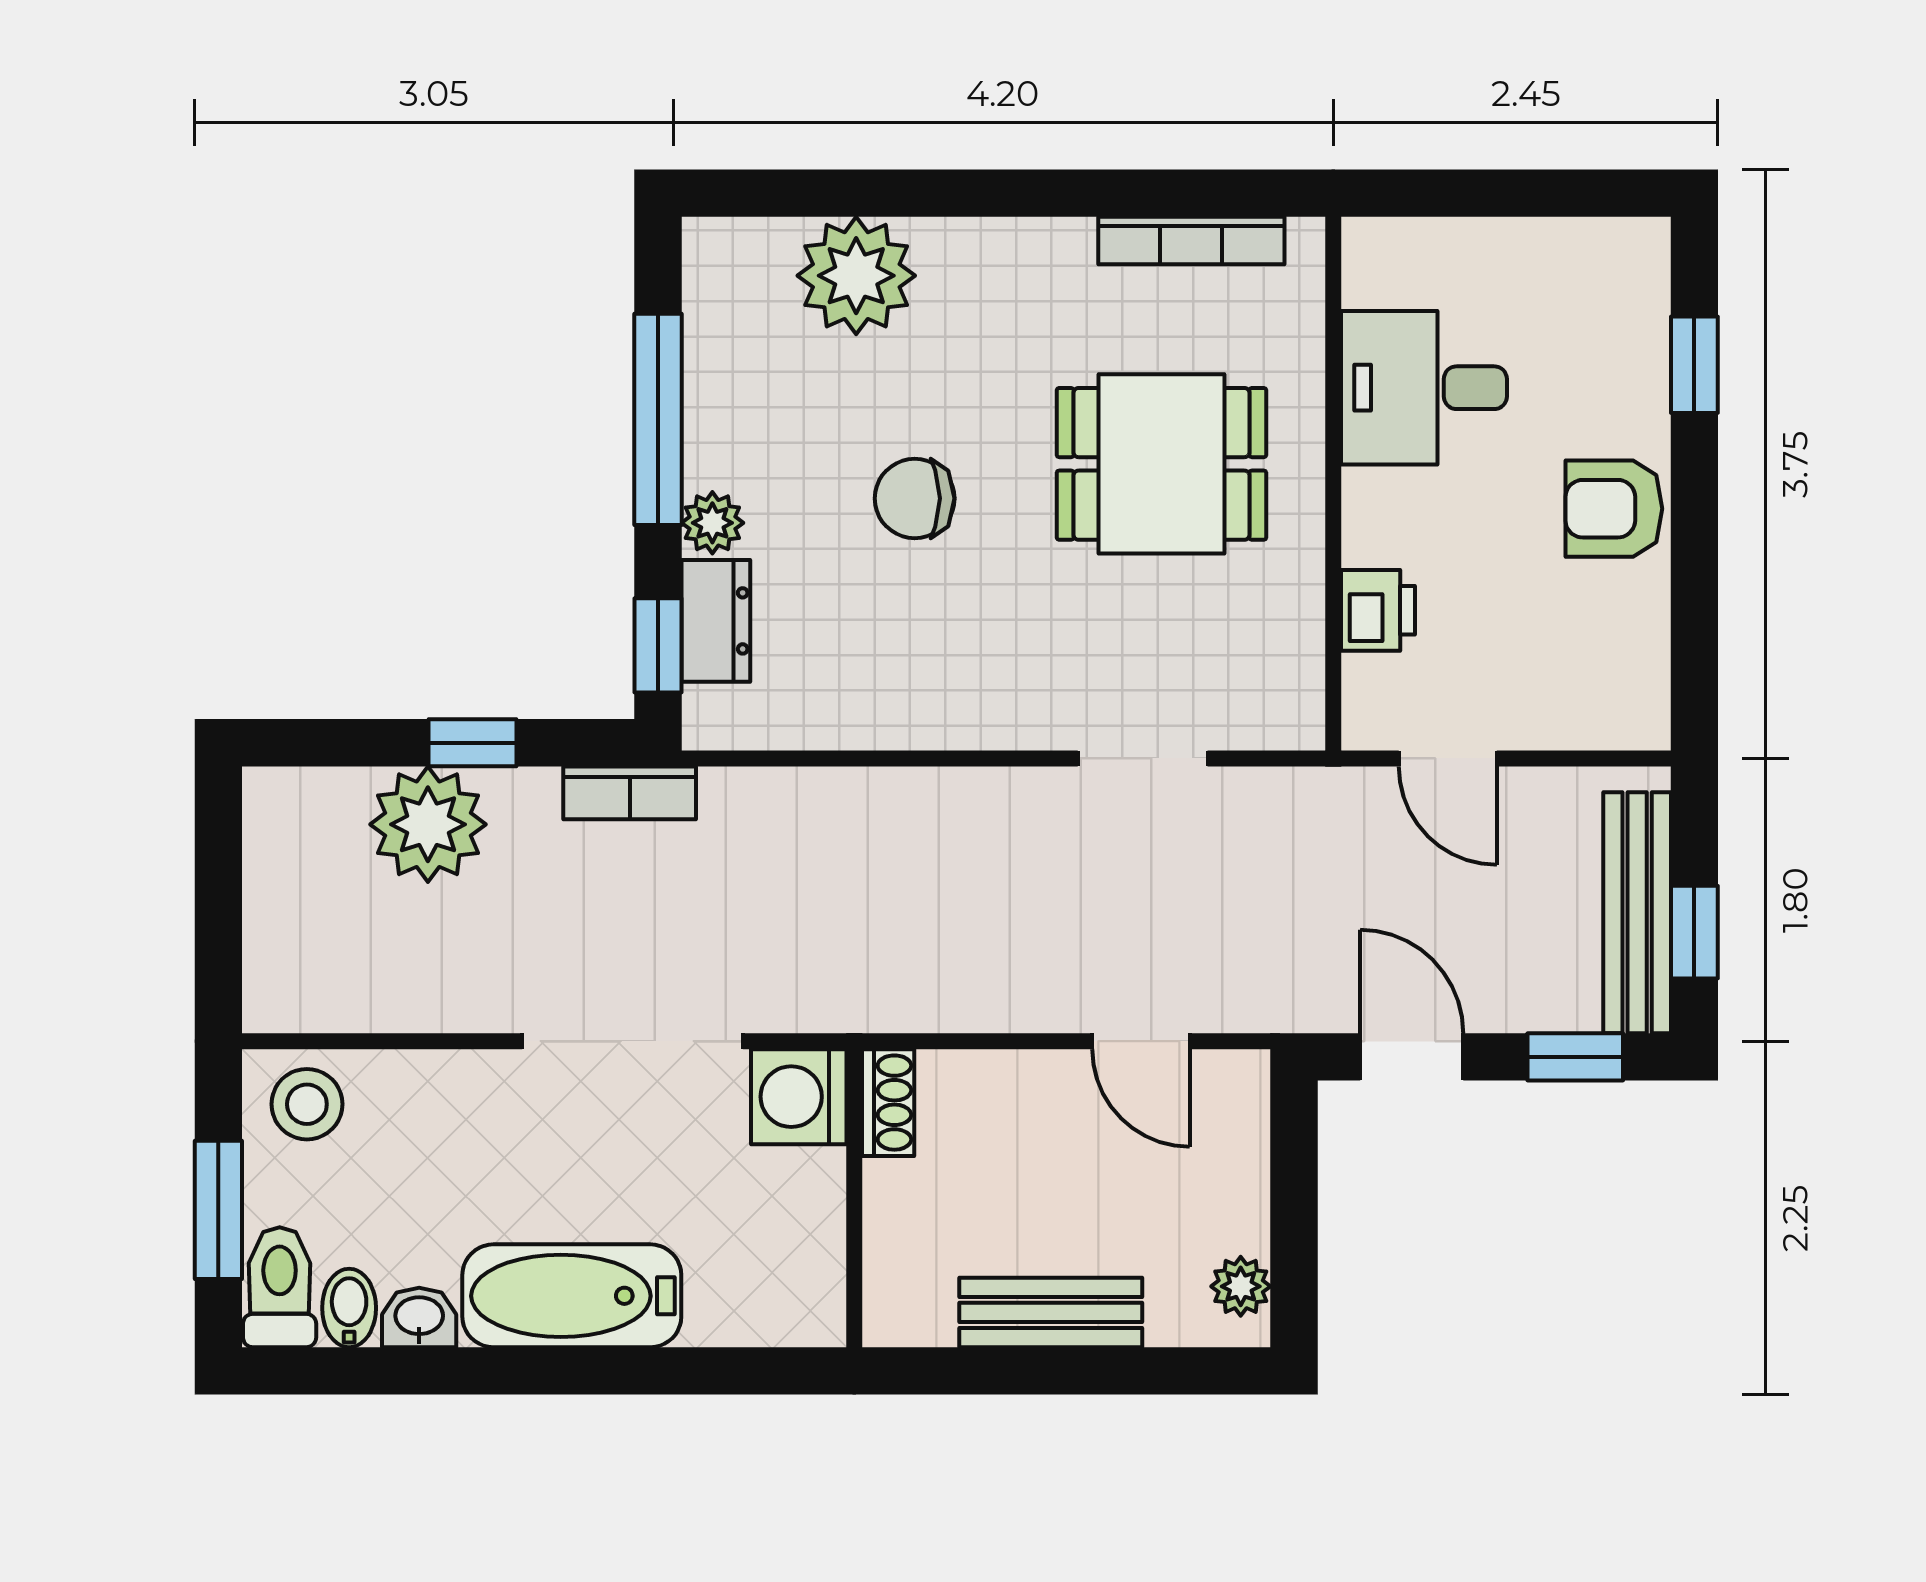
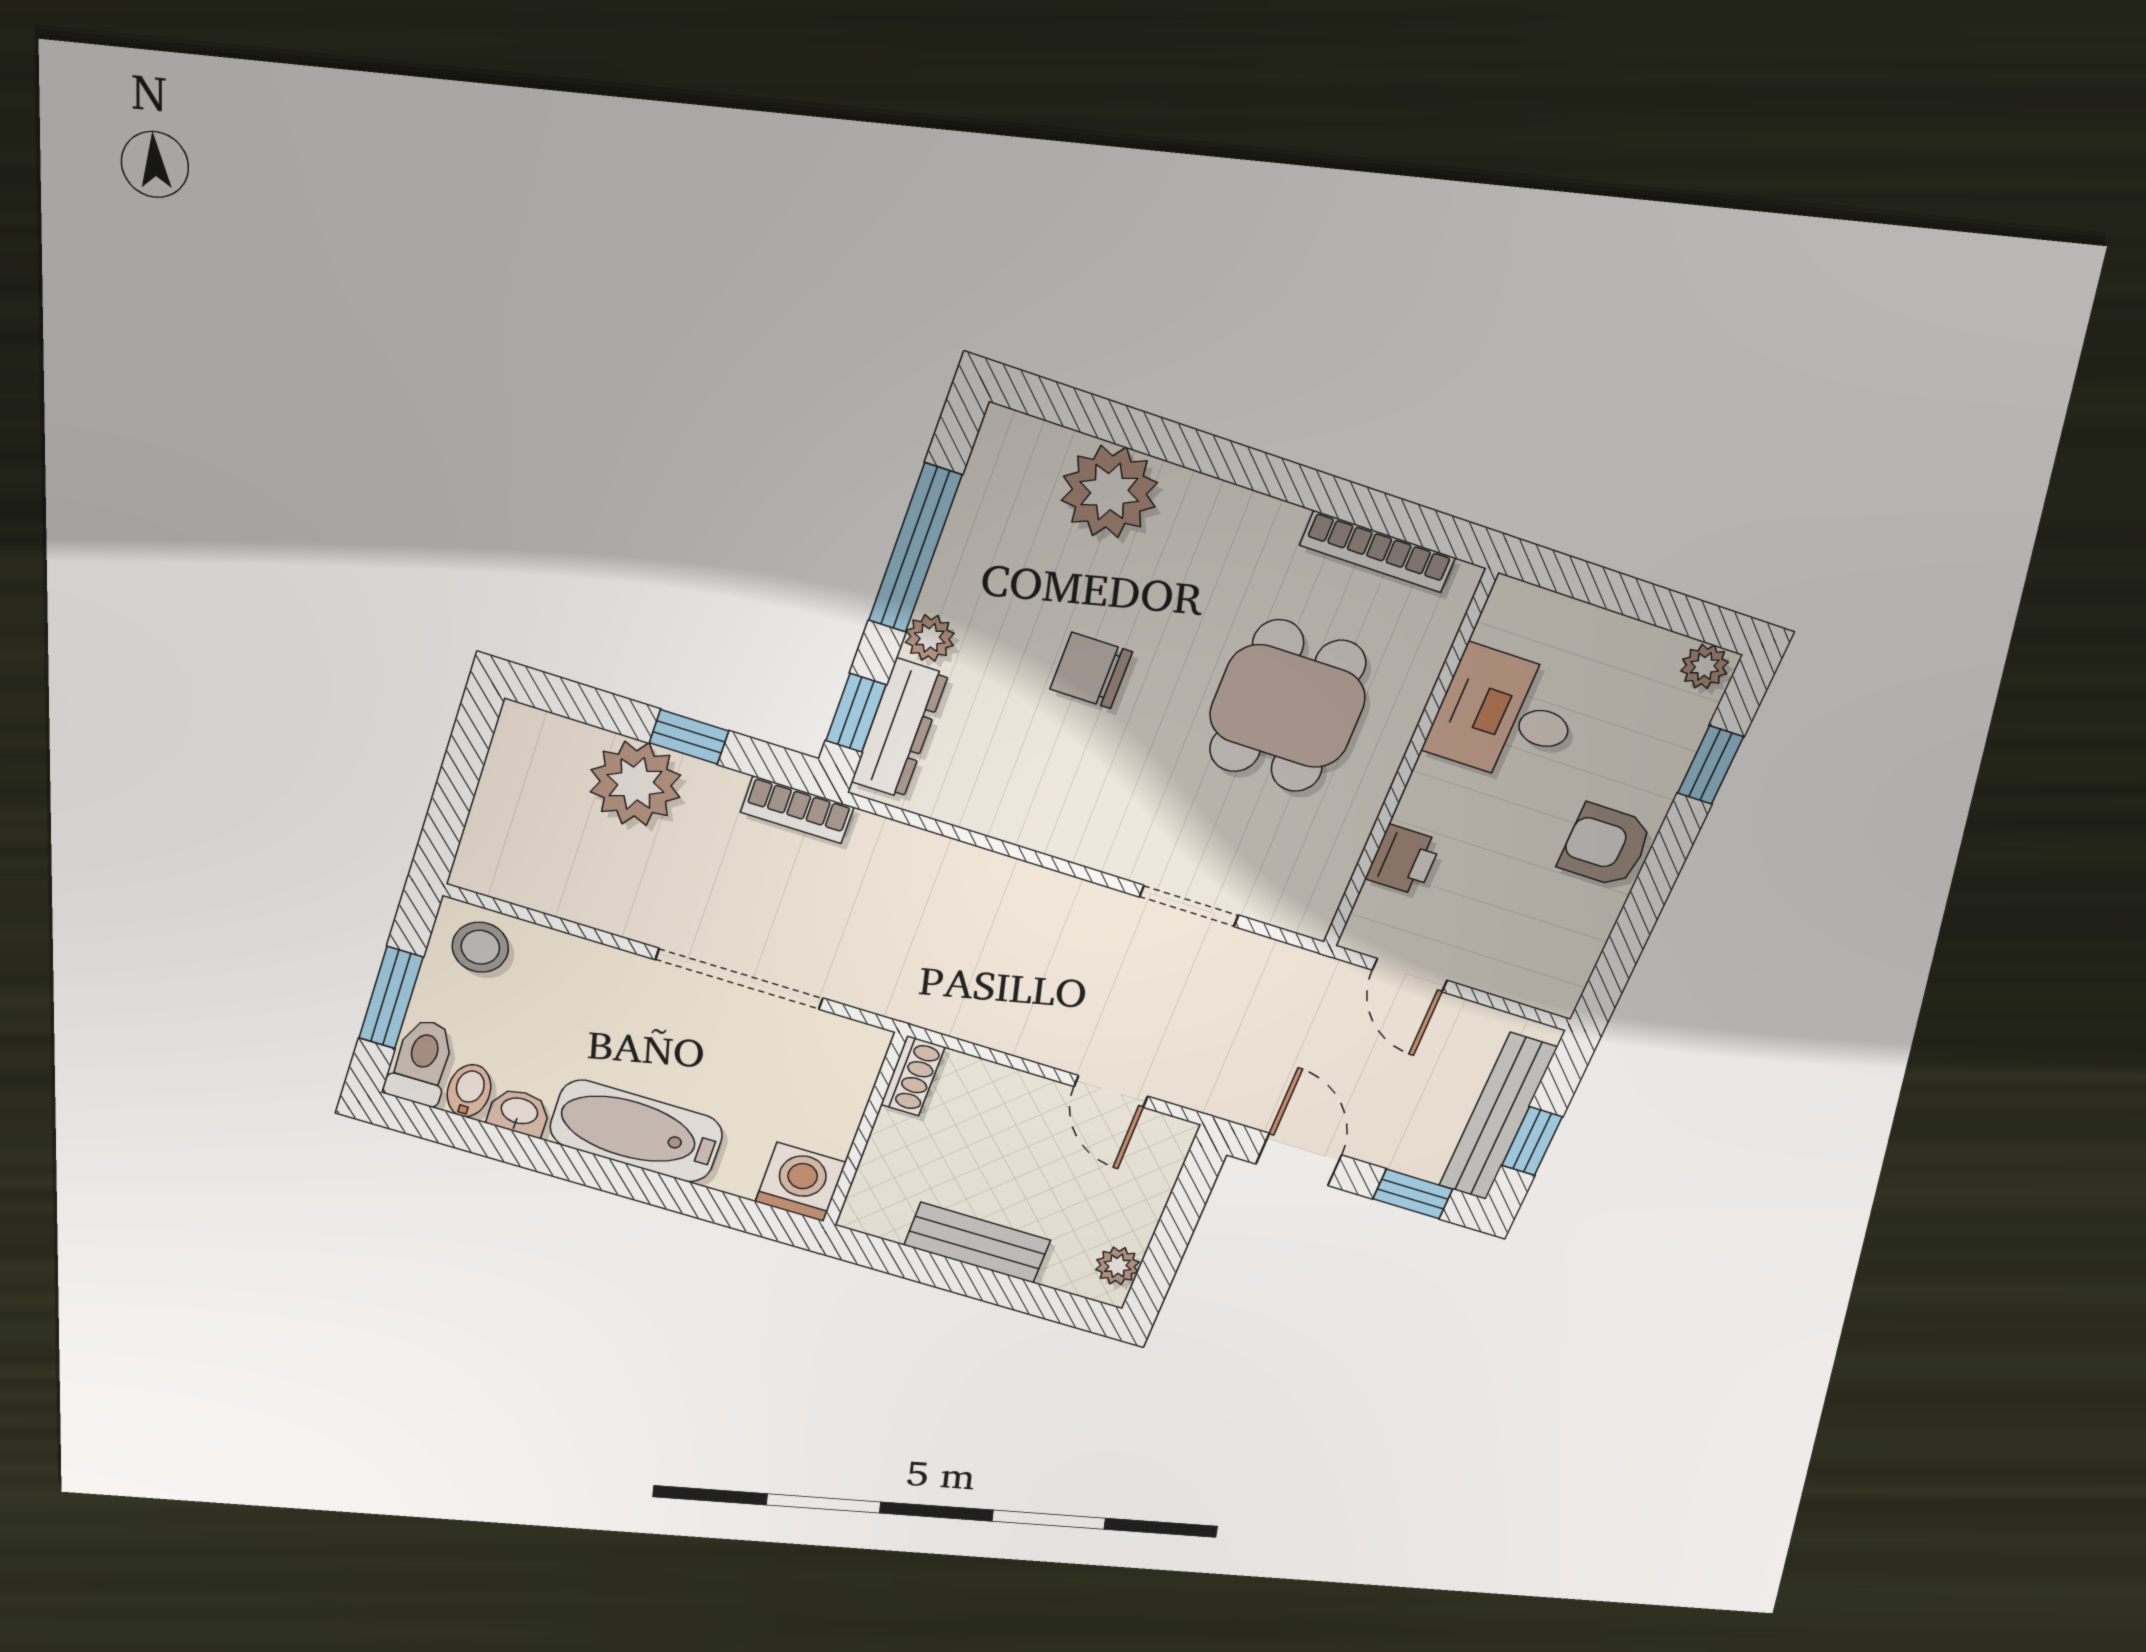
plant: (1632, 247) -> (1705, 666), added
dining table: (1161, 464) -> (1287, 706), turned 90
dresser: (716, 621) -> (900, 728), width x1.44
washing machine: (799, 1097) -> (800, 1182), moved, turned 90

